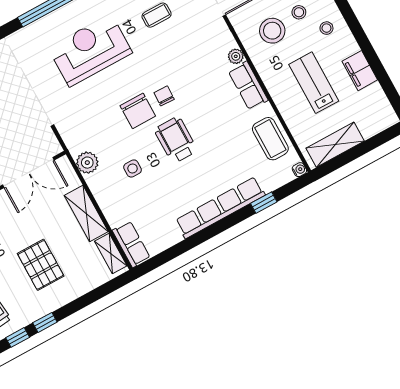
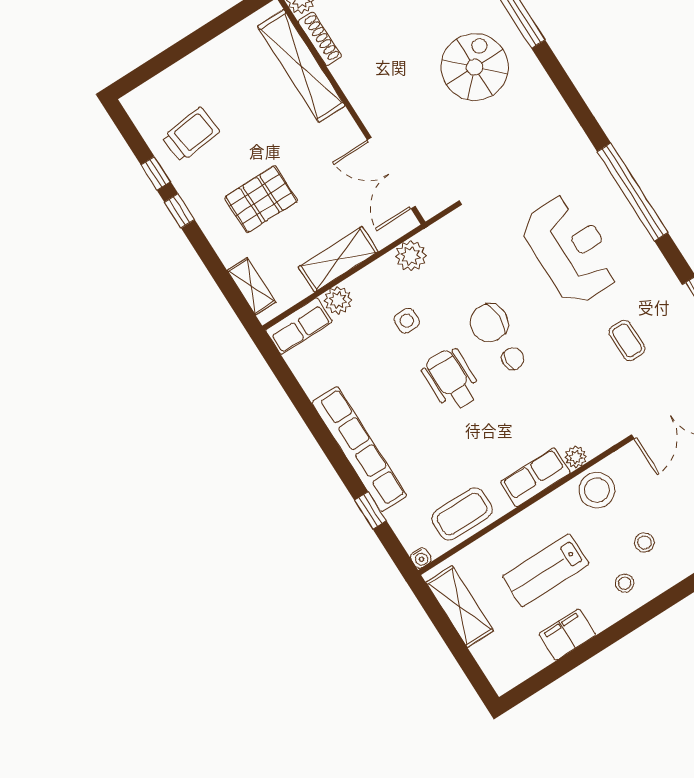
stool: (272, 31) -> (597, 490), moved
lab bench: (314, 83) -> (546, 570), turned 180
wheelchair: (176, 140) -> (451, 380), turned -90
plant: (115, 216) -> (338, 300), added
shelving: (111, 253) -> (251, 286), moved, turned 90

